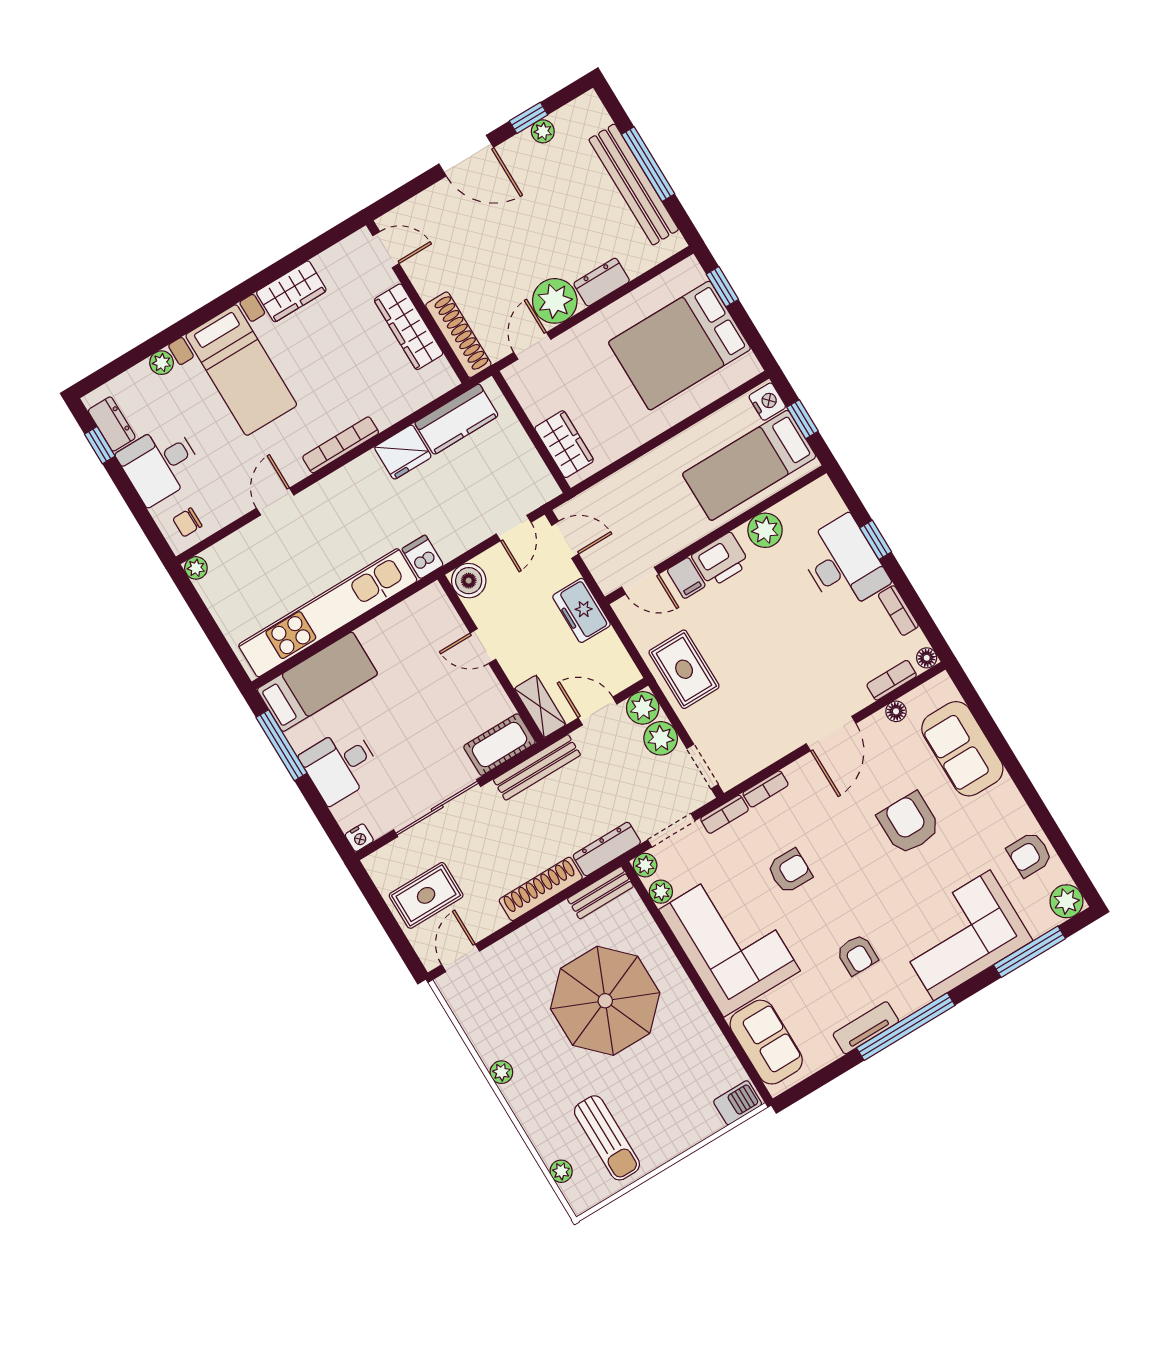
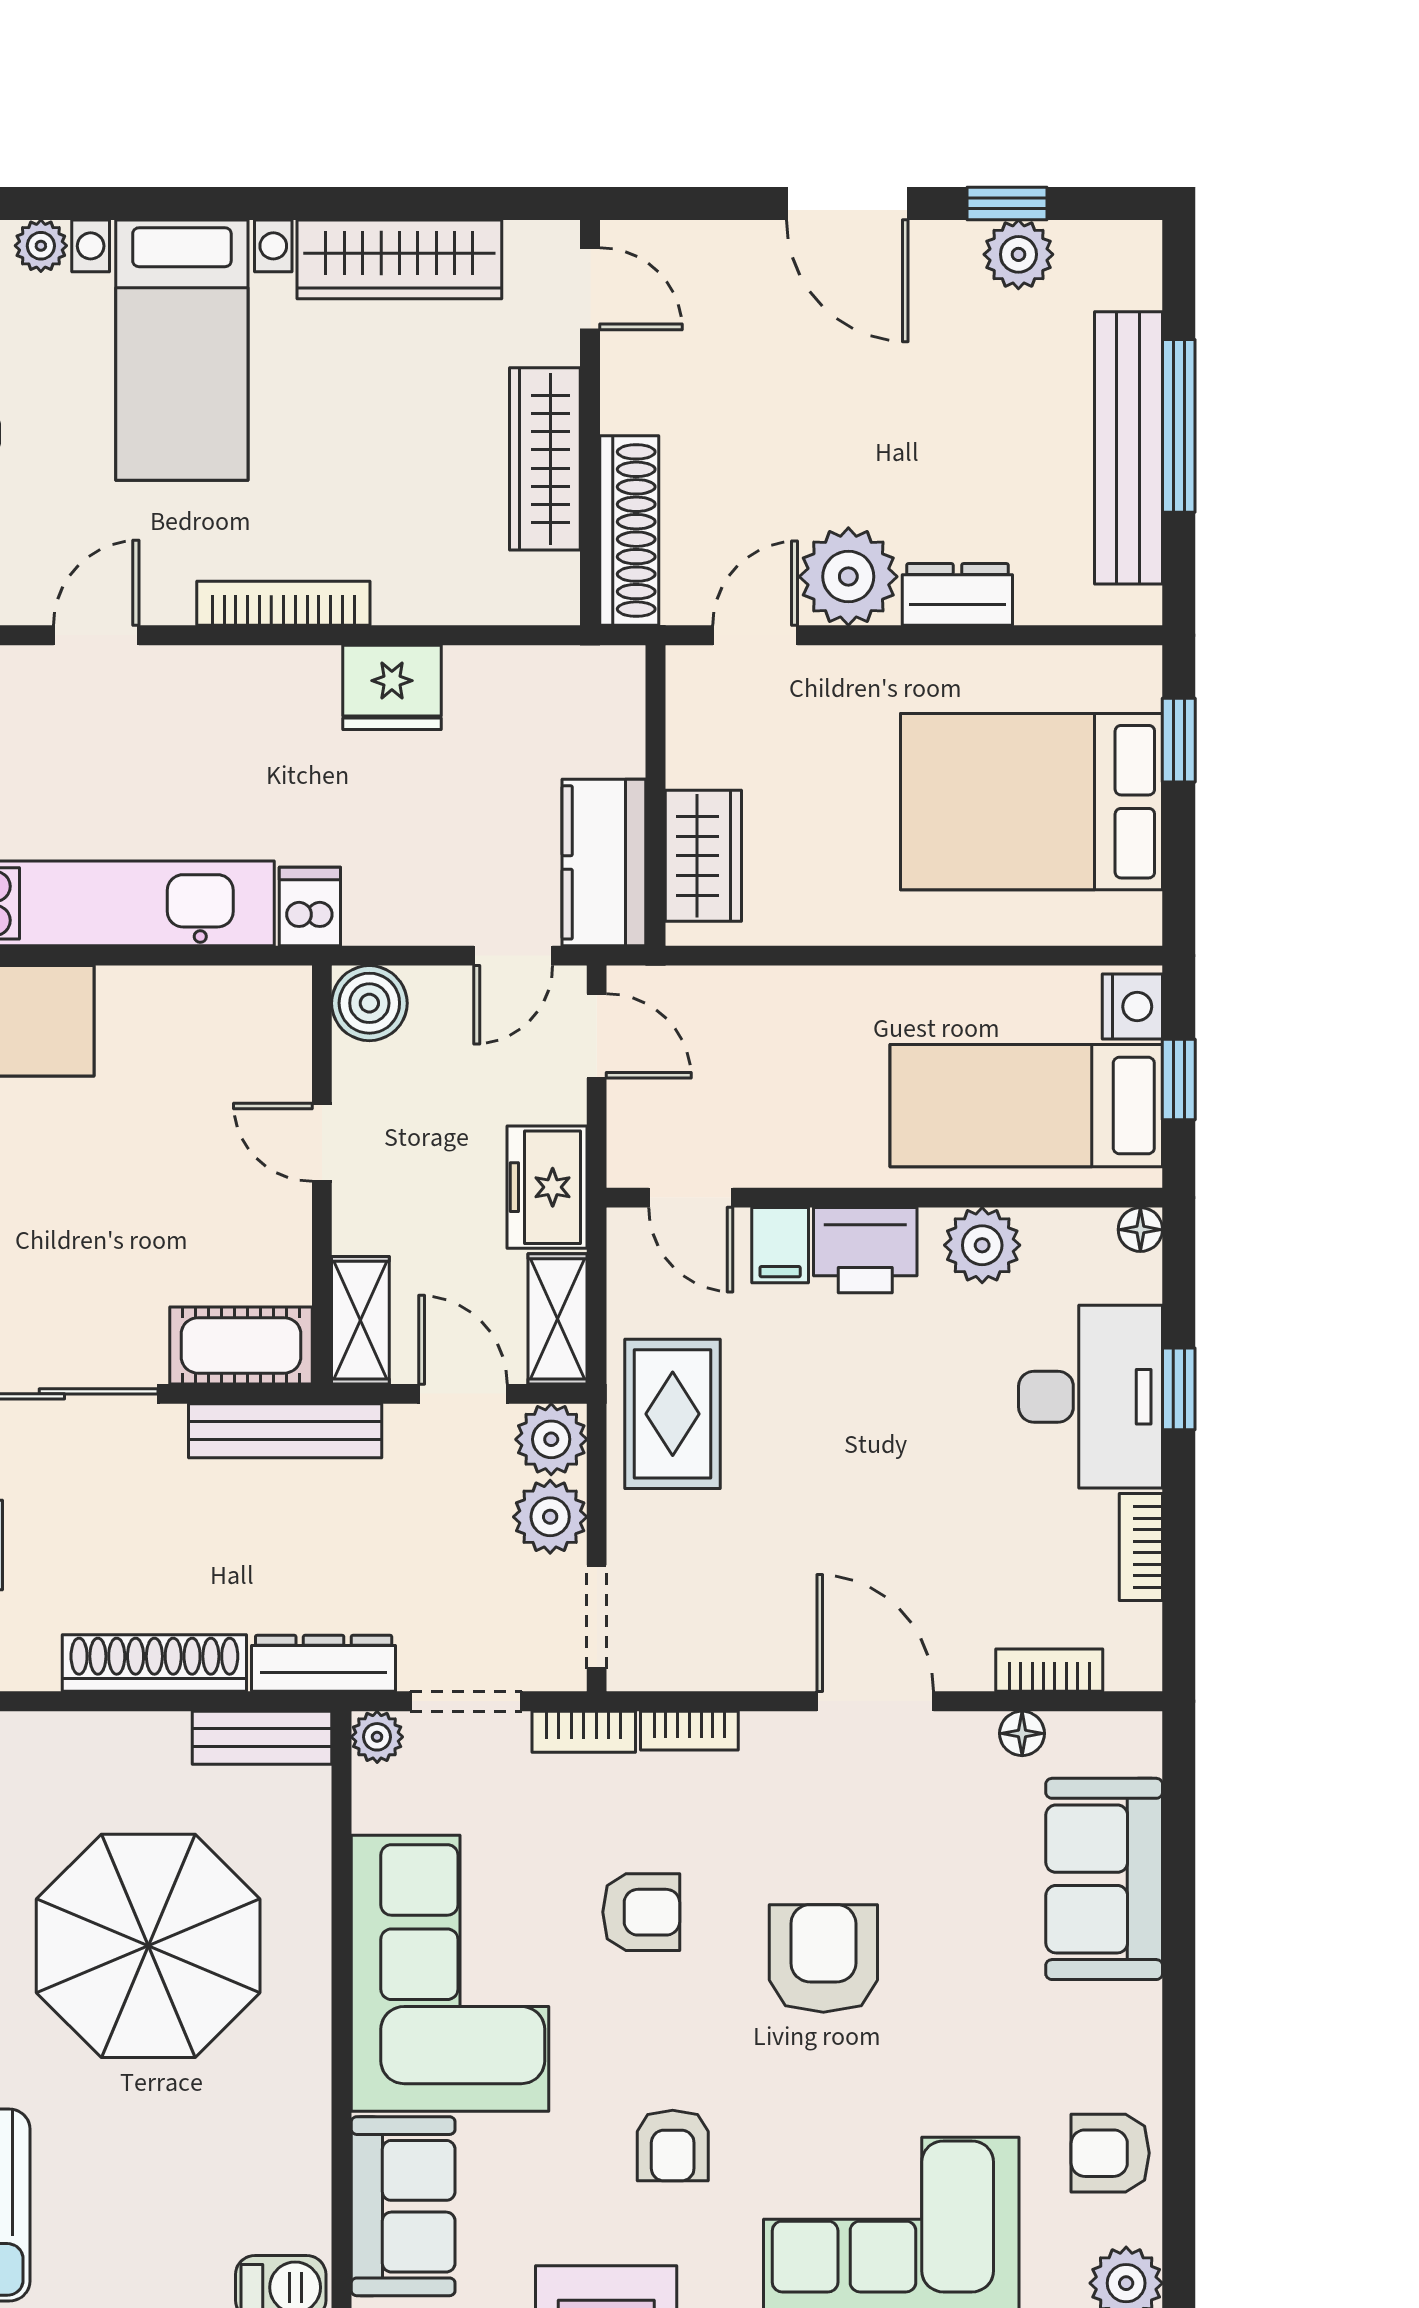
plant: (543, 131) -> (1018, 254), width x1.38, depth x1.38
wardrobe: (291, 291) -> (399, 259), width x1.50
kitchen counter: (457, 419) -> (604, 862), moved, turned 90
floor lamp: (927, 658) -> (1140, 1230), moved
shelving: (617, 659) -> (557, 1319), added
door: (831, 734) -> (875, 1701), swing flipped
armchair: (909, 823) -> (823, 1958), moved
plant: (661, 892) -> (377, 1805), removed

